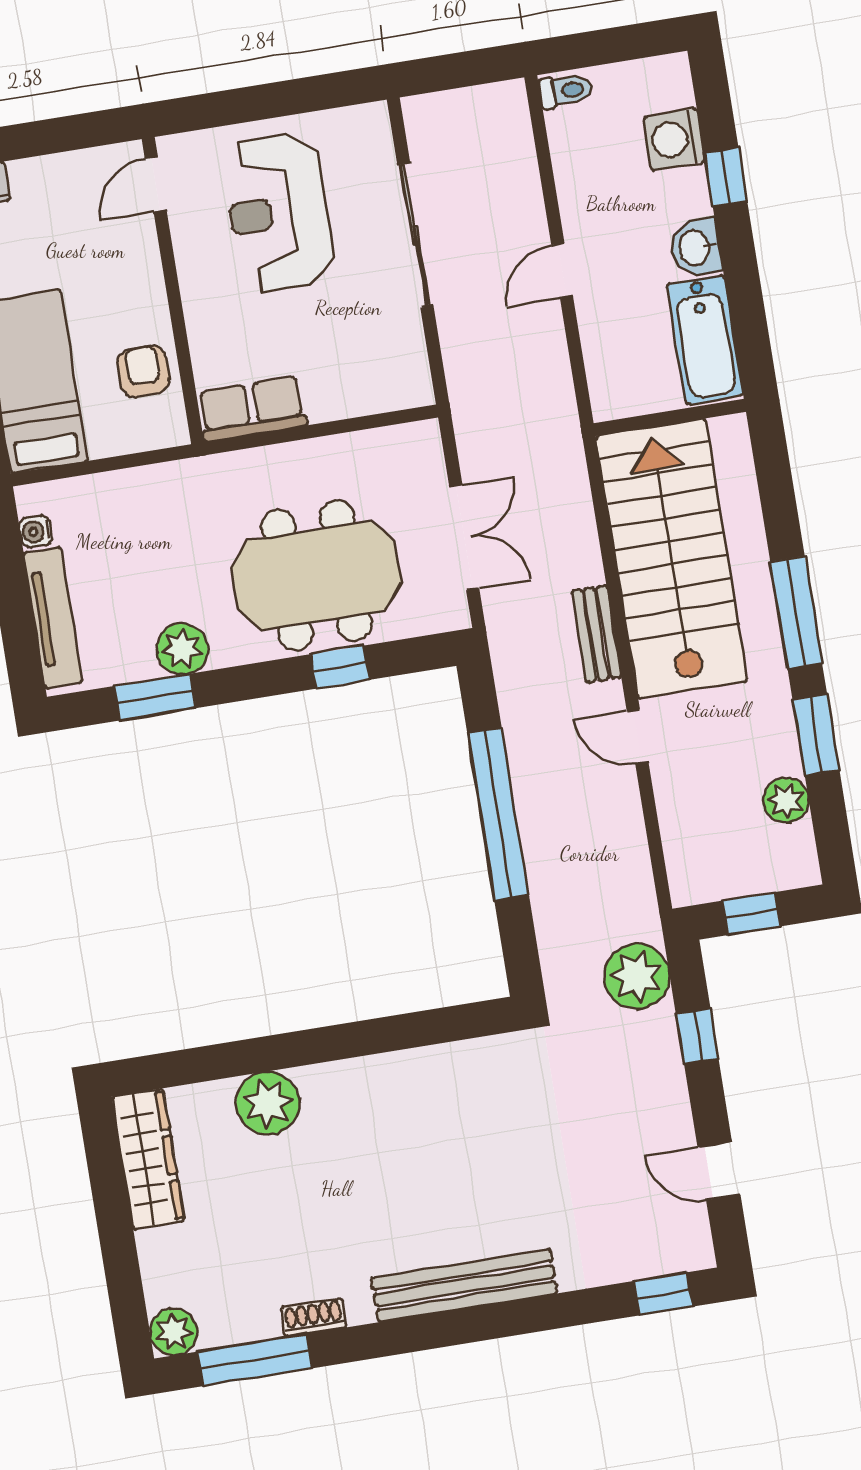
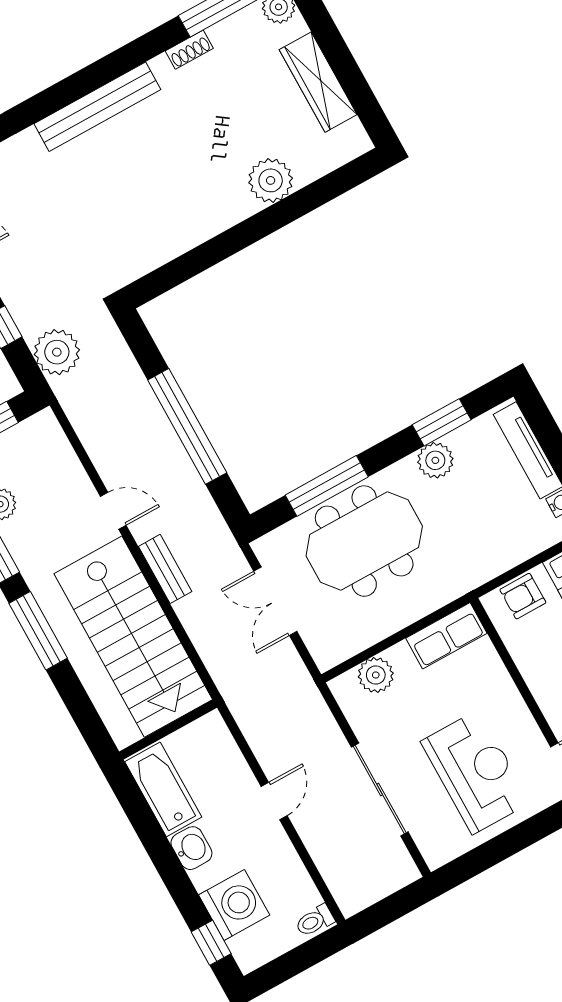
washing machine: (674, 139) -> (234, 905), width x1.37, depth x1.37
window: (726, 177) -> (211, 943), moved
armchair: (143, 372) -> (523, 596), moved, turned 90
plant: (365, 390) -> (376, 675), added
window: (340, 667) -> (327, 486), width x2.17
wardrobe: (148, 1159) -> (318, 82), moved

